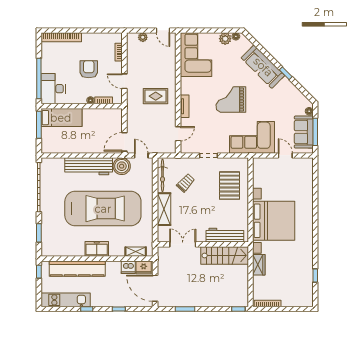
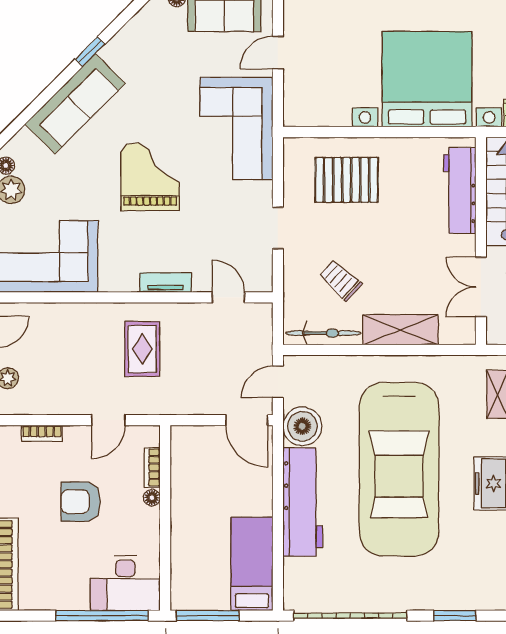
grand piano: (231, 100) -> (150, 177), turned 180
bed: (61, 118) -> (252, 564), moved
car: (103, 209) -> (399, 469), turned 180

